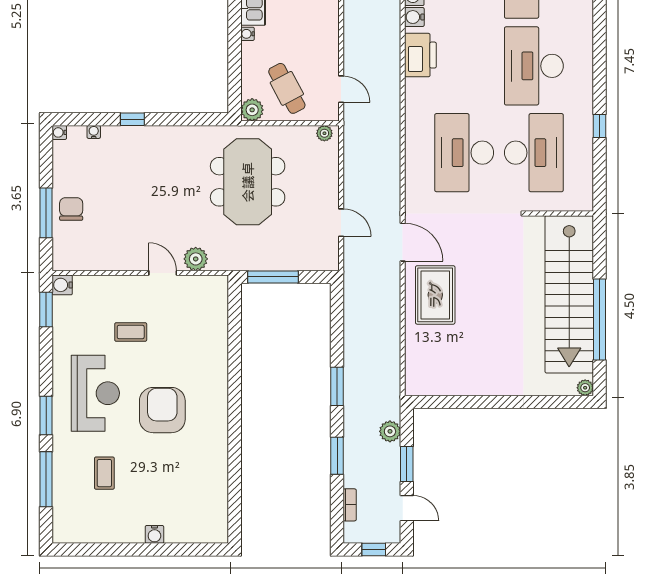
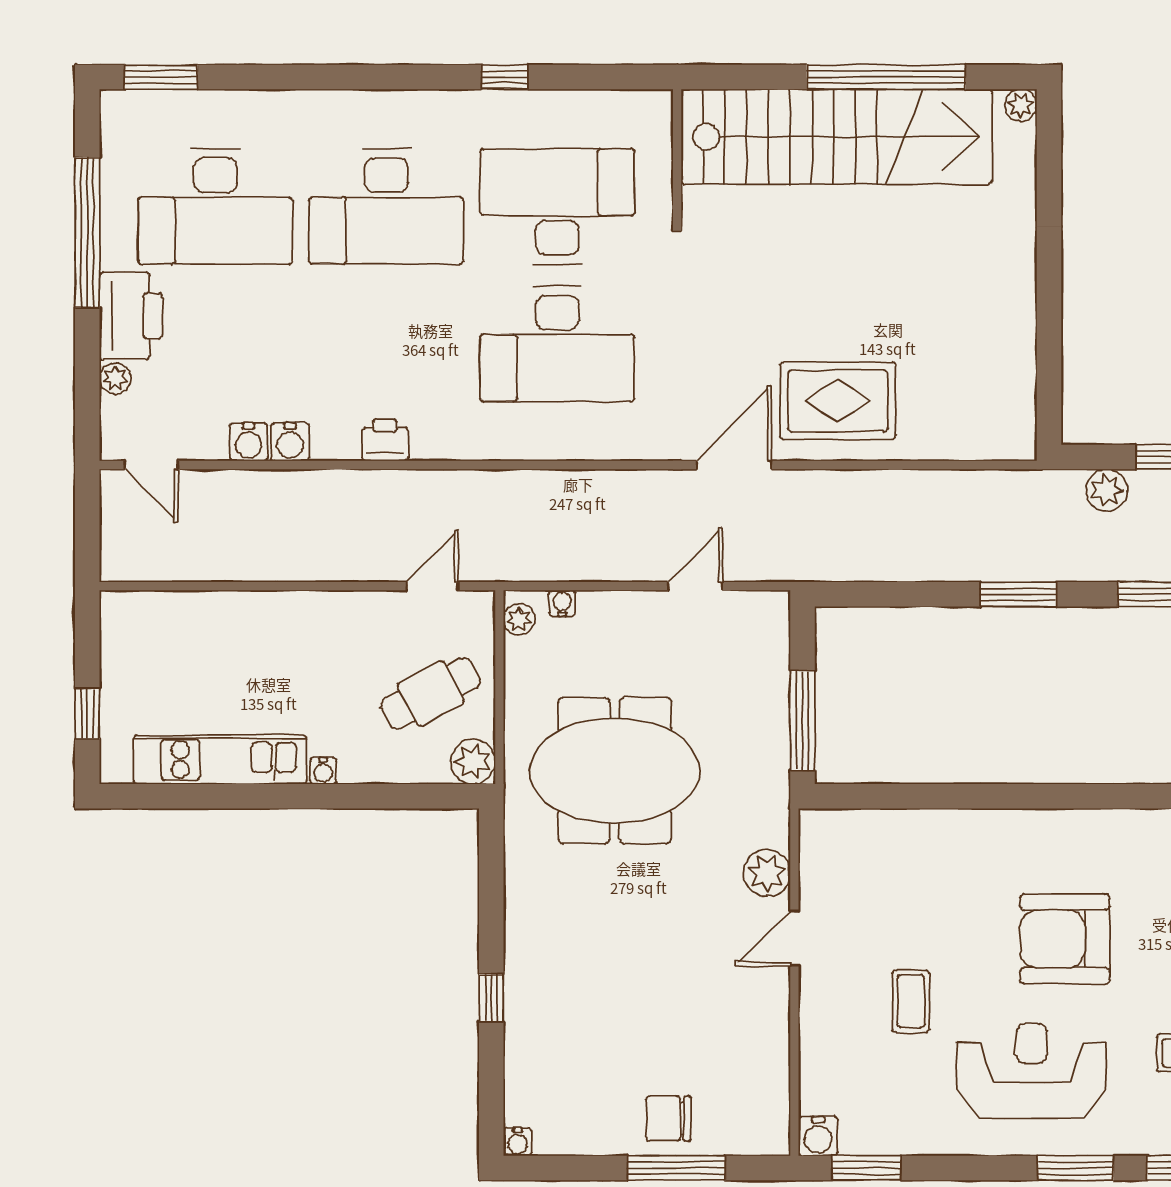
printer: (420, 55) -> (385, 440), width x0.53, depth x0.68
water cooler: (94, 132) -> (562, 603), moved, turned 90

